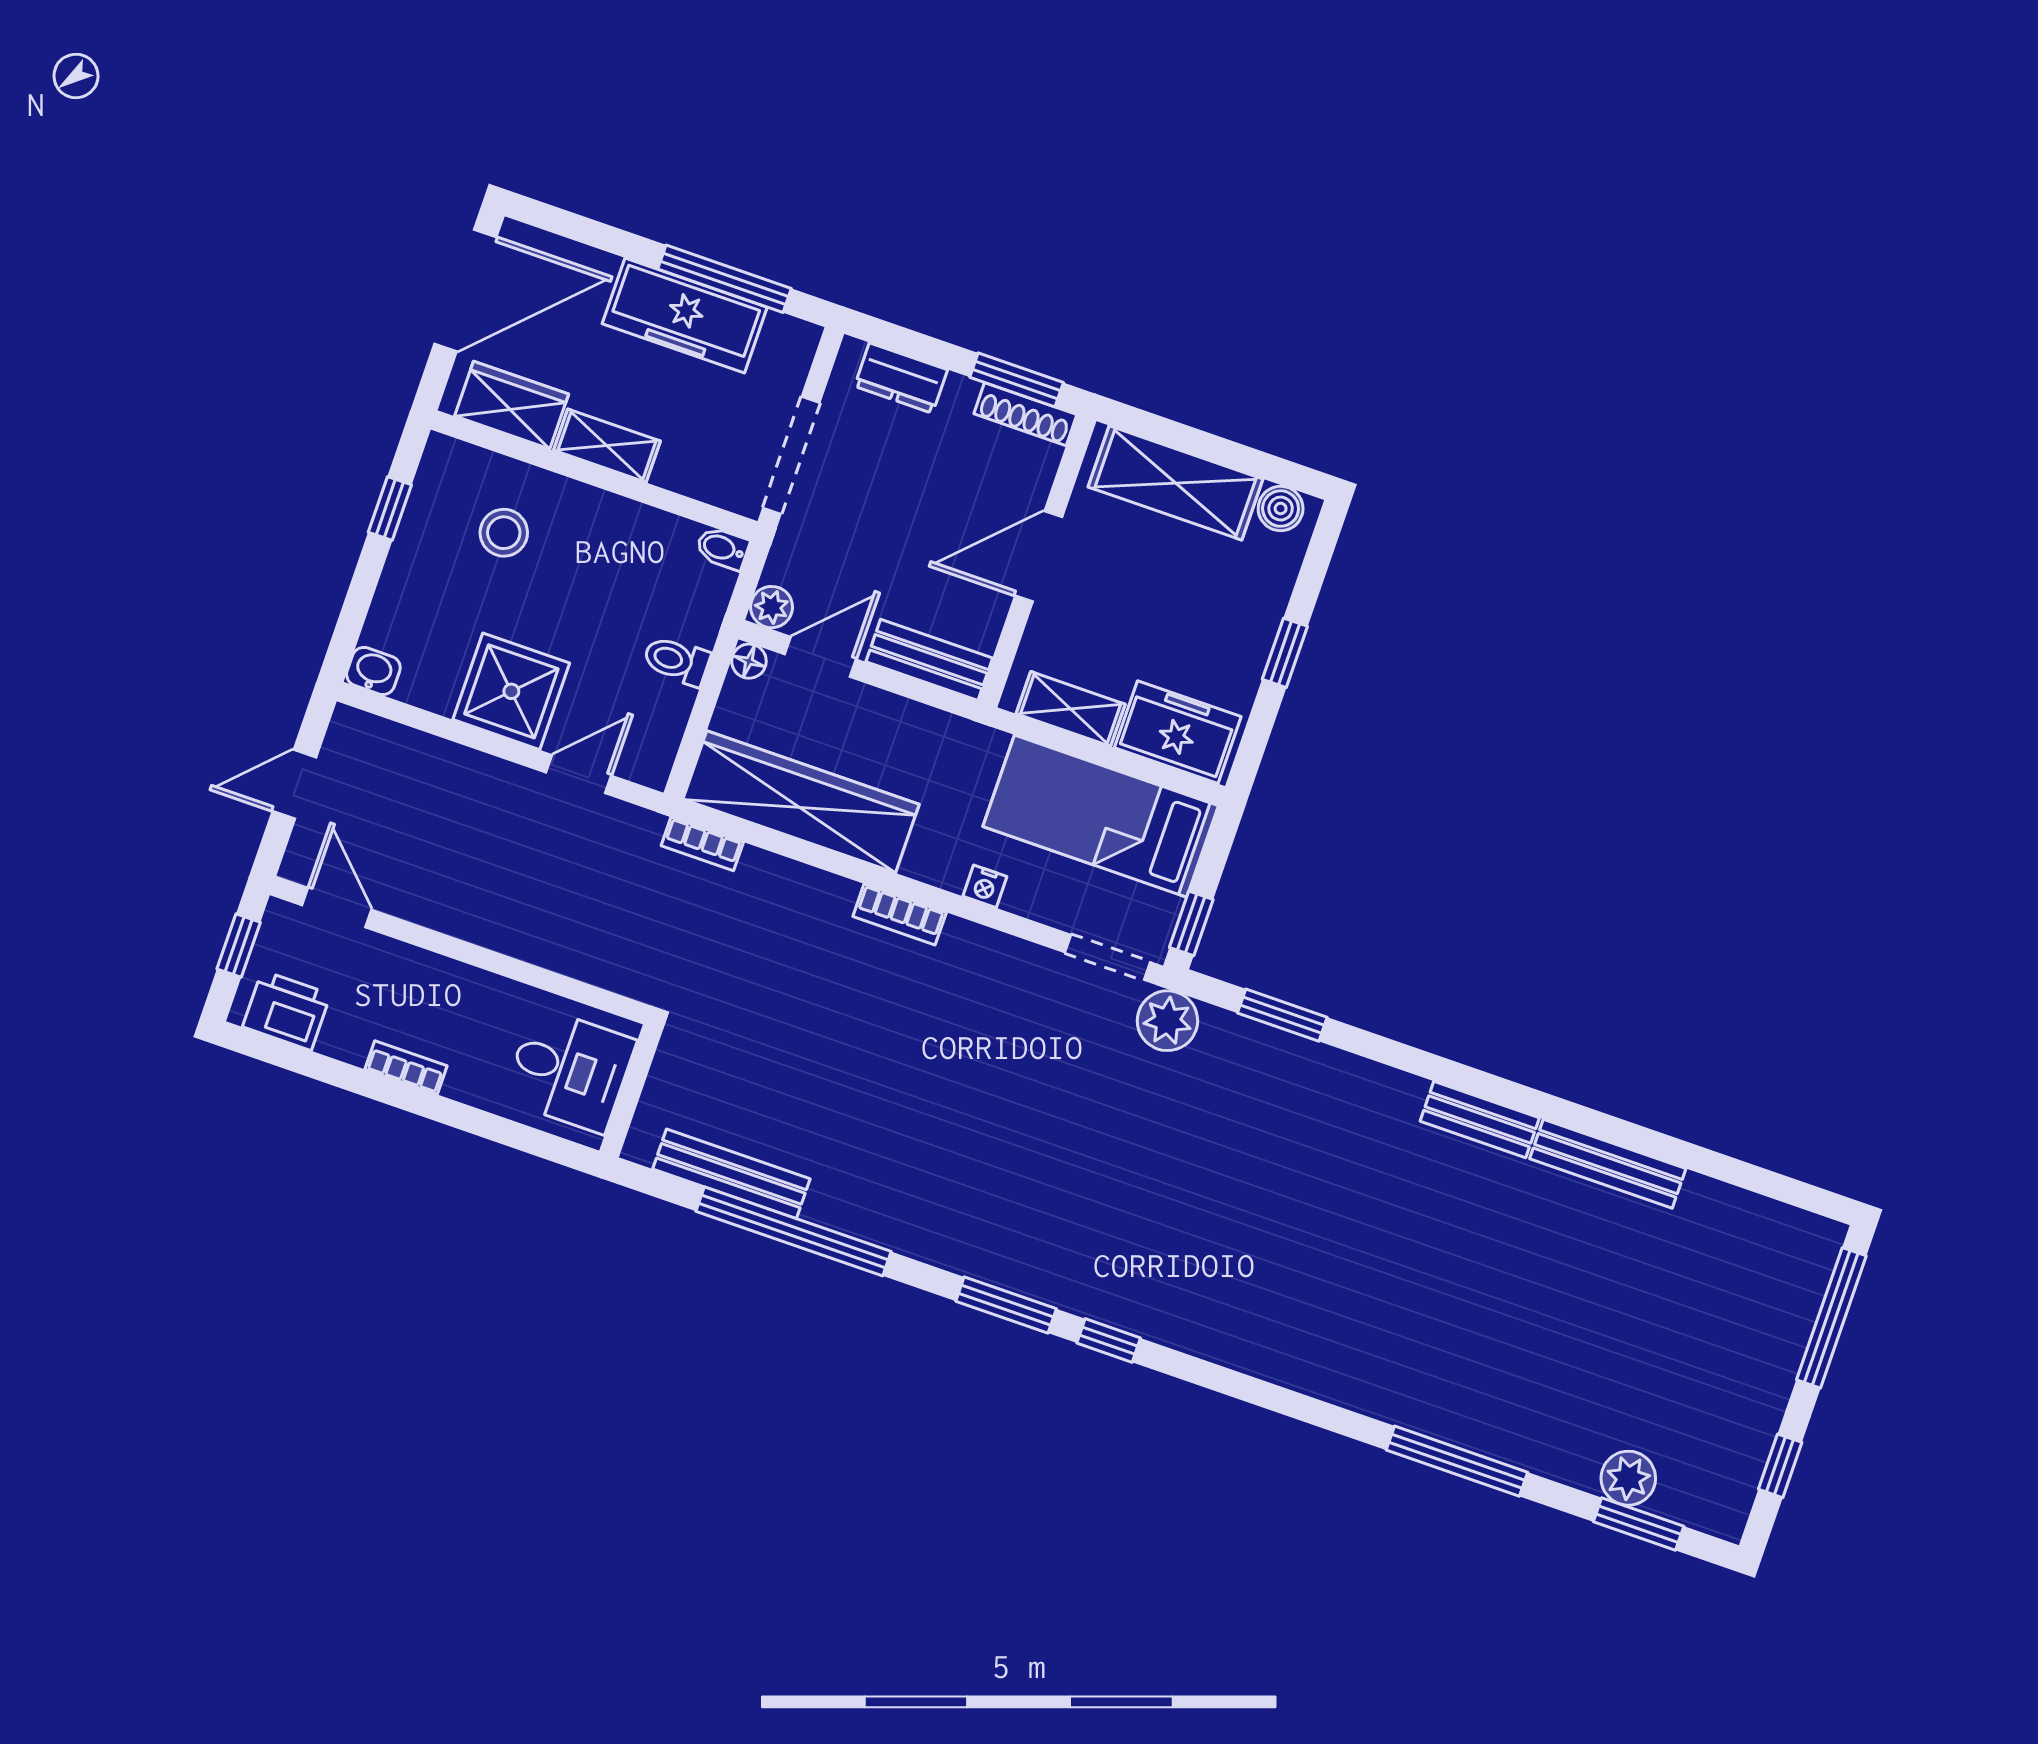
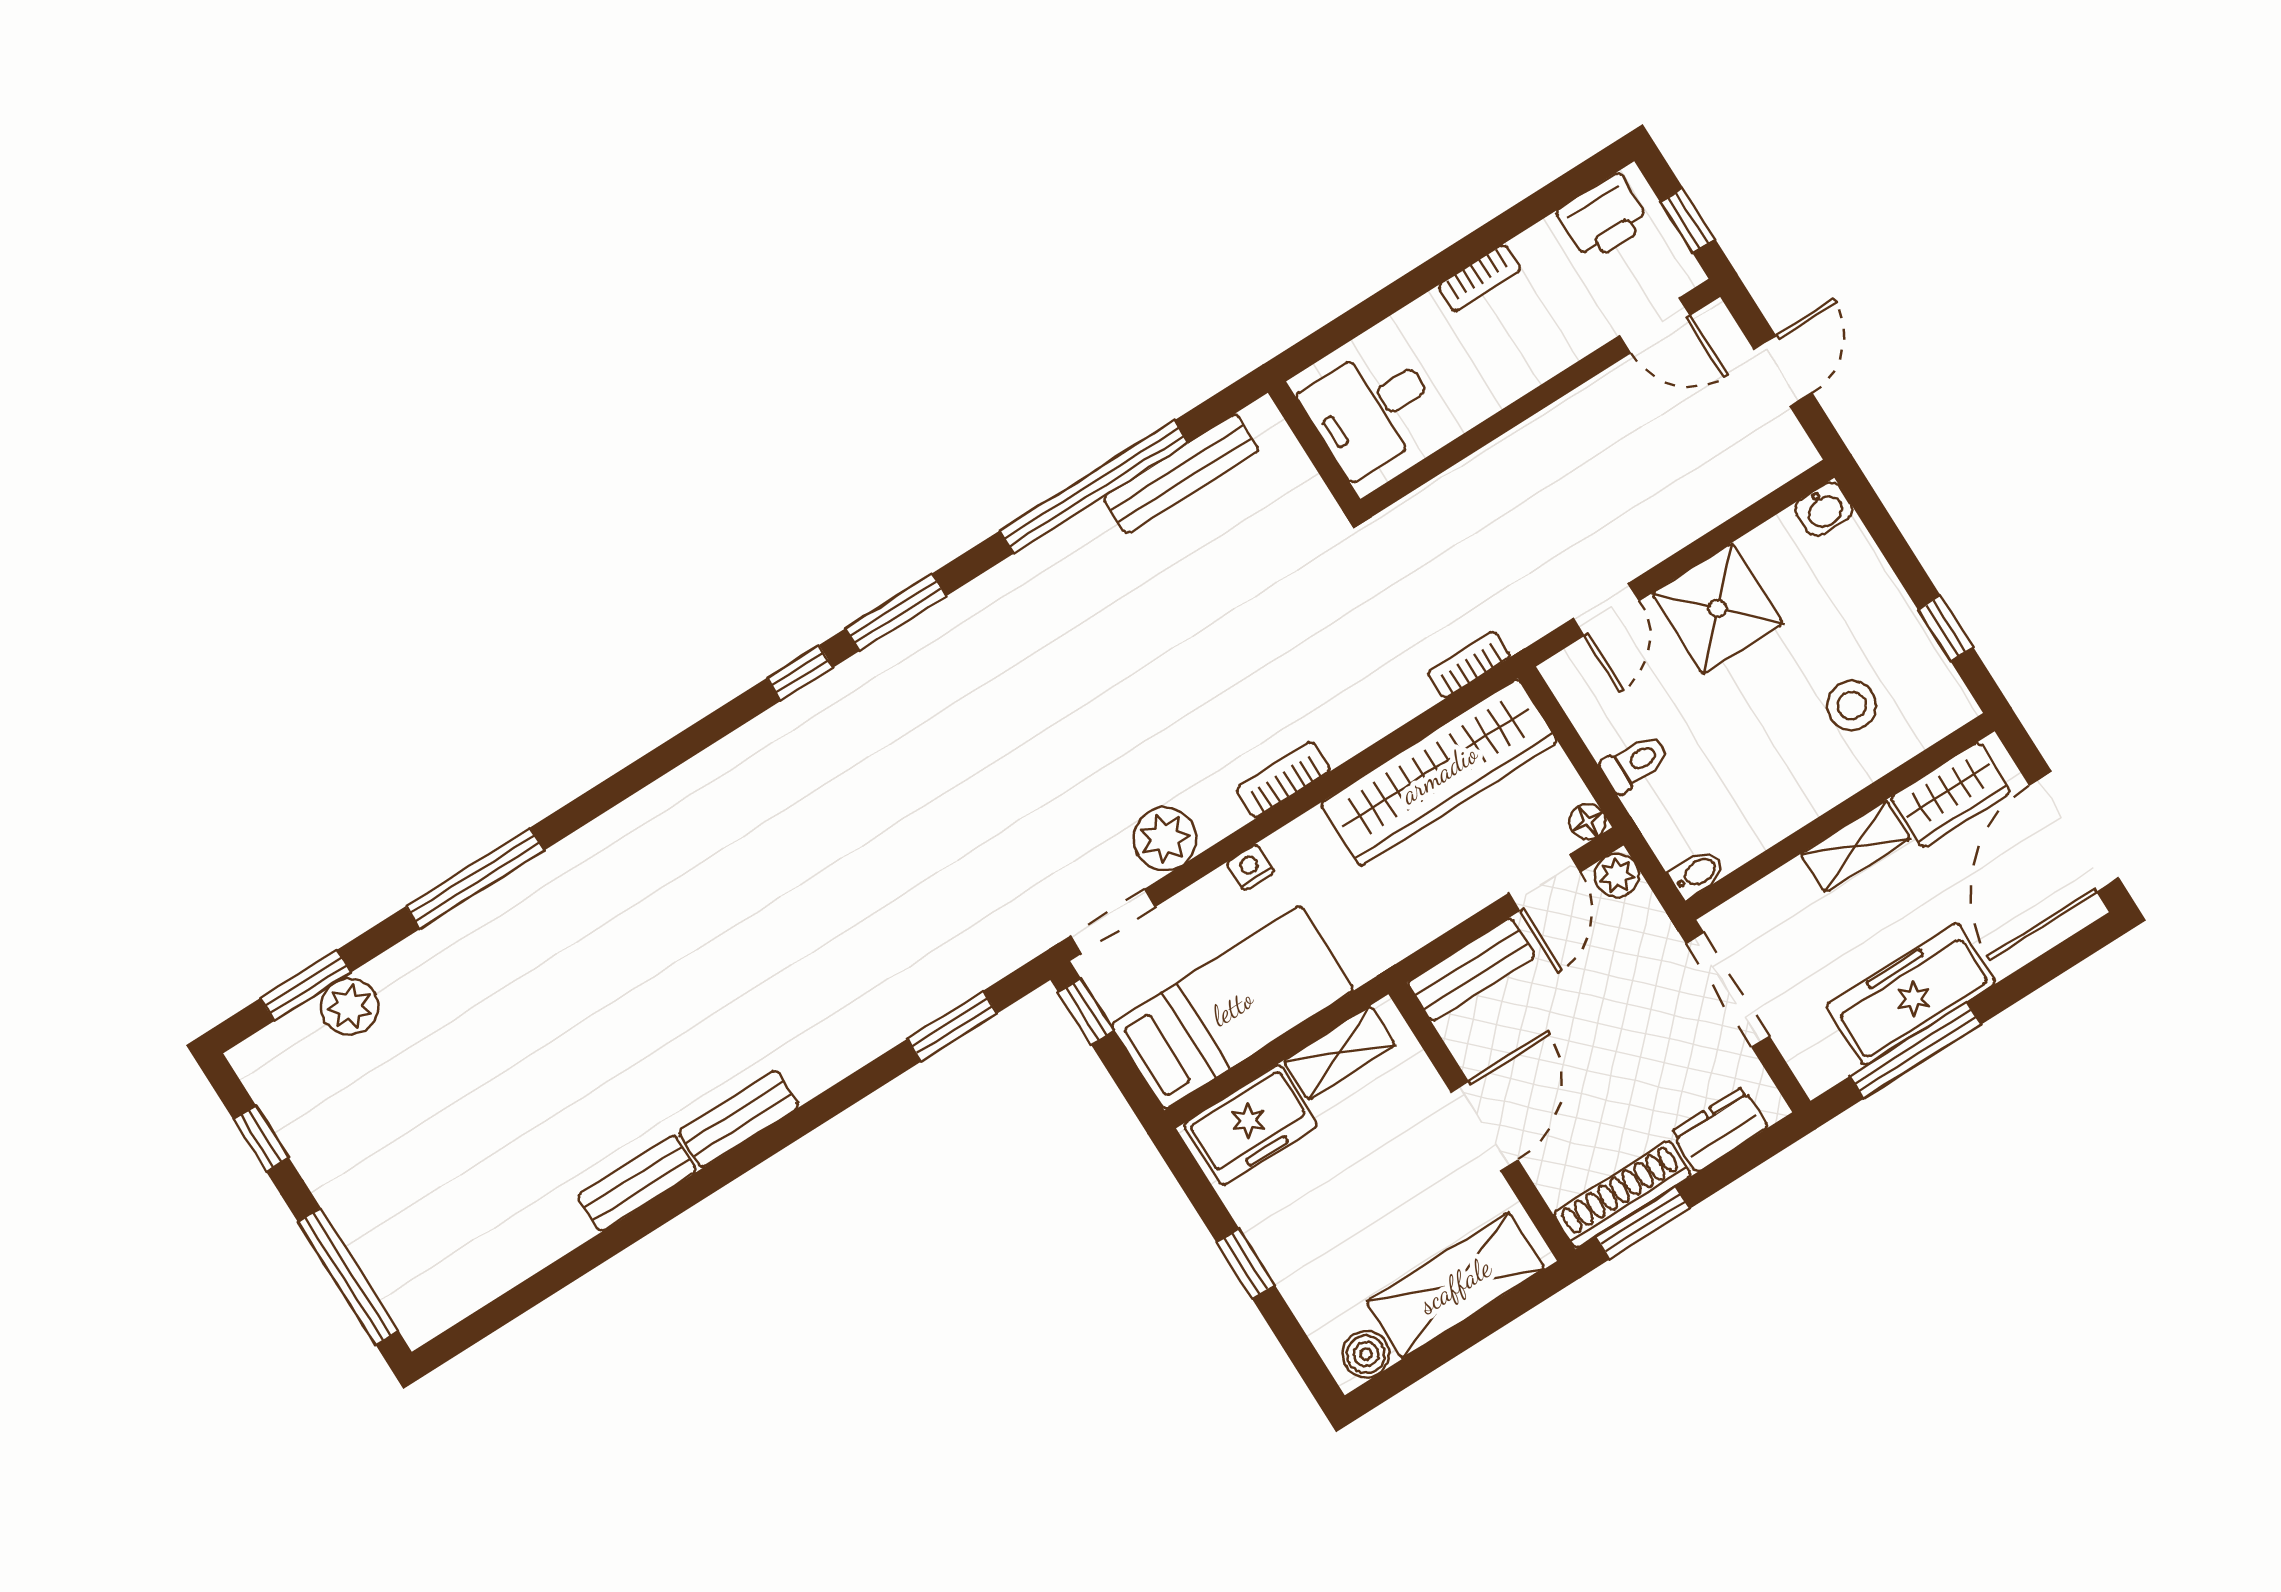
shoe rack: (1025, 414) -> (1622, 1194), width x1.36, depth x1.24
plant: (1167, 1021) -> (1165, 839), moved
bench: (1608, 1164) -> (637, 1183), width x0.73

